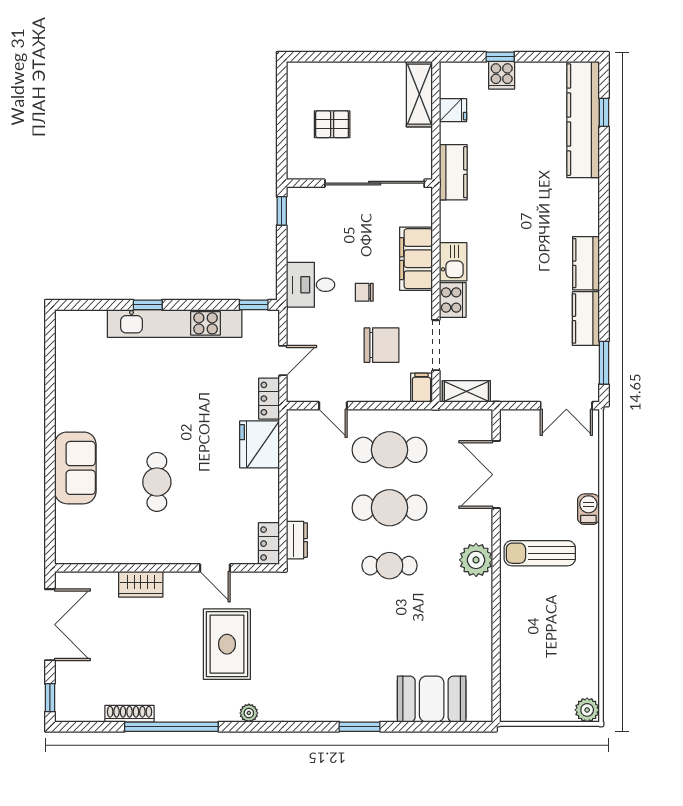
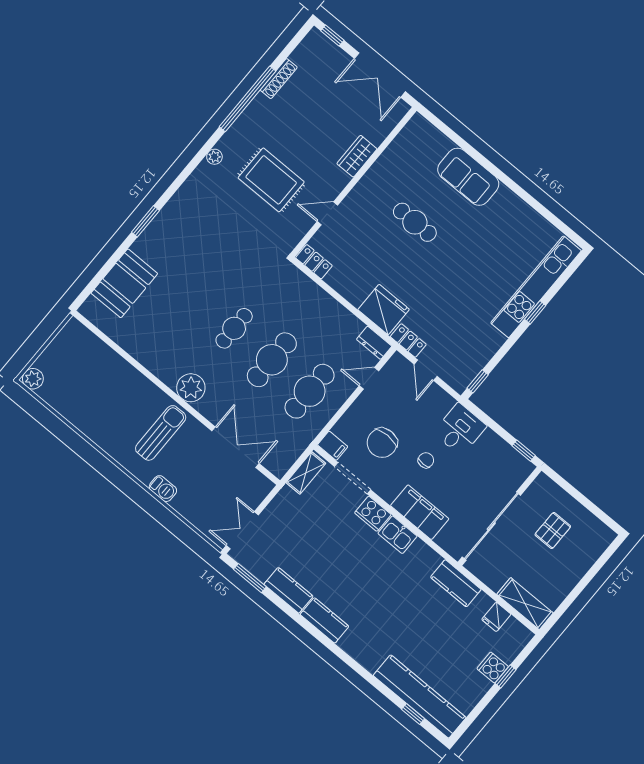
kitchen unit: (175, 323) -> (536, 287), moved
dresser: (297, 540) -> (374, 343), moved

